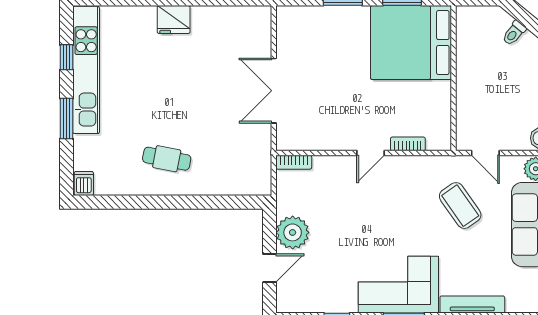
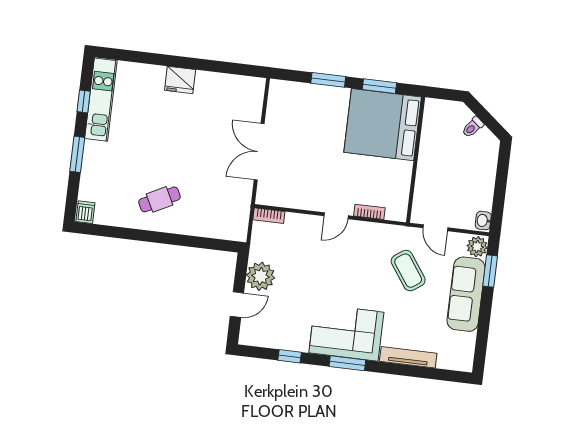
kitchen unit: (86, 70) -> (101, 100), width x0.73
cafe table: (167, 159) -> (160, 199), turned -38

